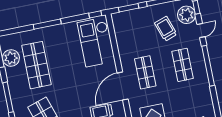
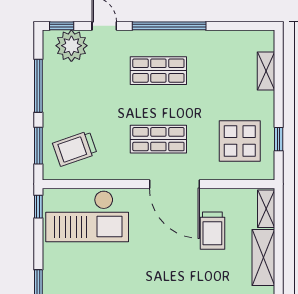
trolley: (166, 29) -> (75, 149), moved

